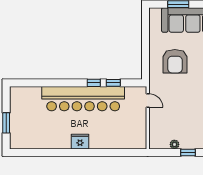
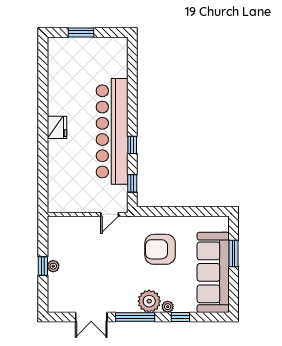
window: (113, 83) -> (132, 183), moved
plant: (174, 144) -> (53, 266), moved

